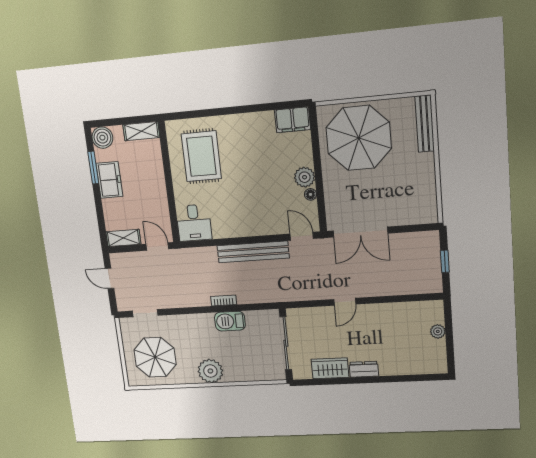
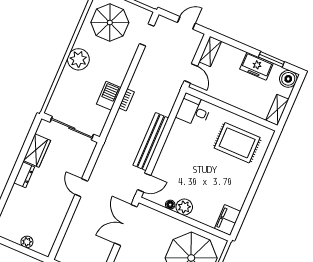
door: (157, 247) -> (191, 73), hinge flipped

